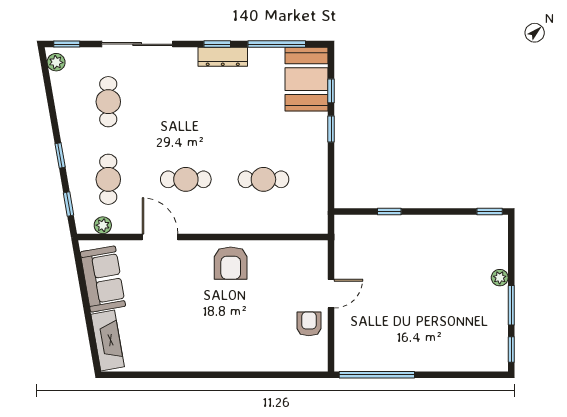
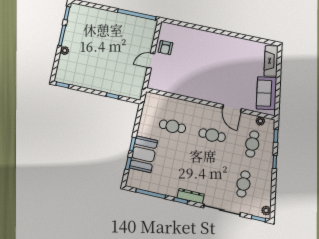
dresser: (223, 57) -> (191, 196), moved
booth: (306, 79) -> (143, 154), moved
armchair: (231, 263) -> (199, 87), removed

